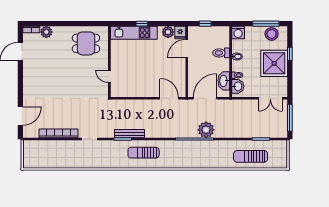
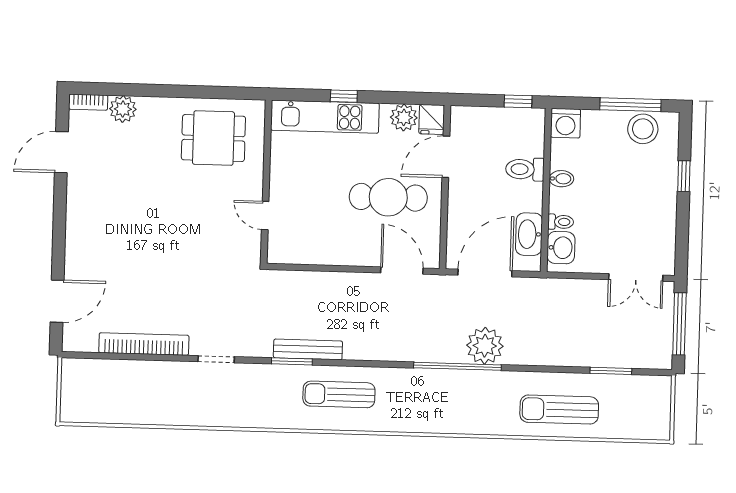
window: (205, 24) -> (518, 101), moved
shower: (274, 63) -> (647, 197), removed
cafe table: (162, 67) -> (388, 197), added
sun lounger: (251, 156) -> (559, 410), moved

